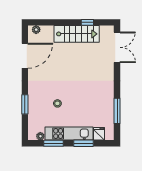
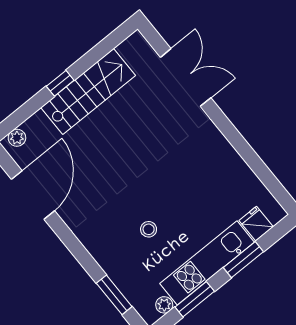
window: (87, 22) -> (60, 83), moved
double door: (117, 47) -> (186, 77), moved
window: (25, 104) -> (114, 295), moved
window: (117, 111) -> (255, 163), removed

